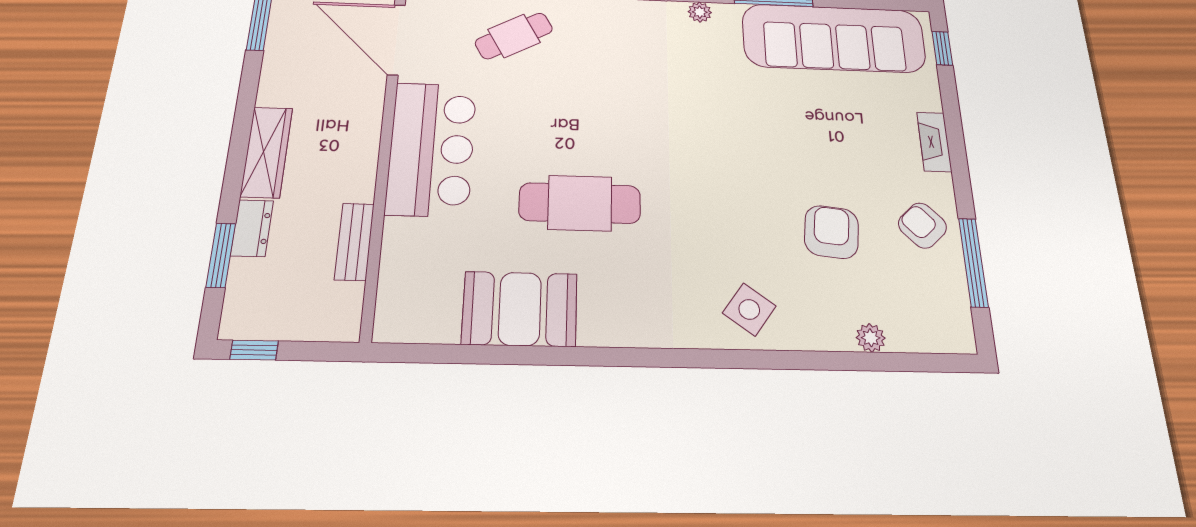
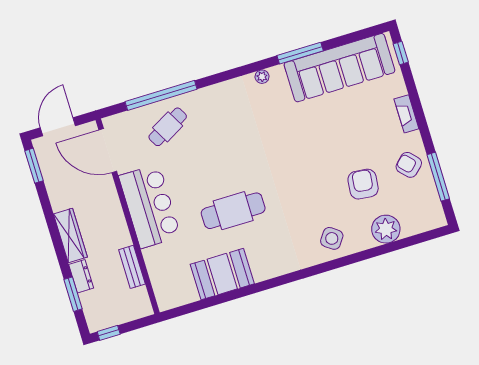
plant: (871, 338) -> (386, 229), width x1.88, depth x1.88

